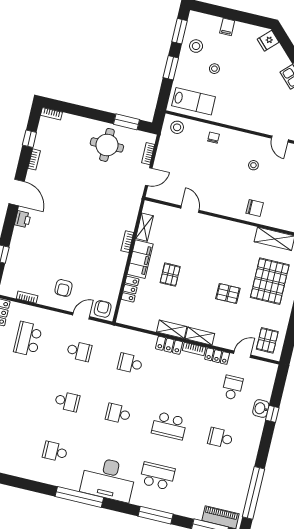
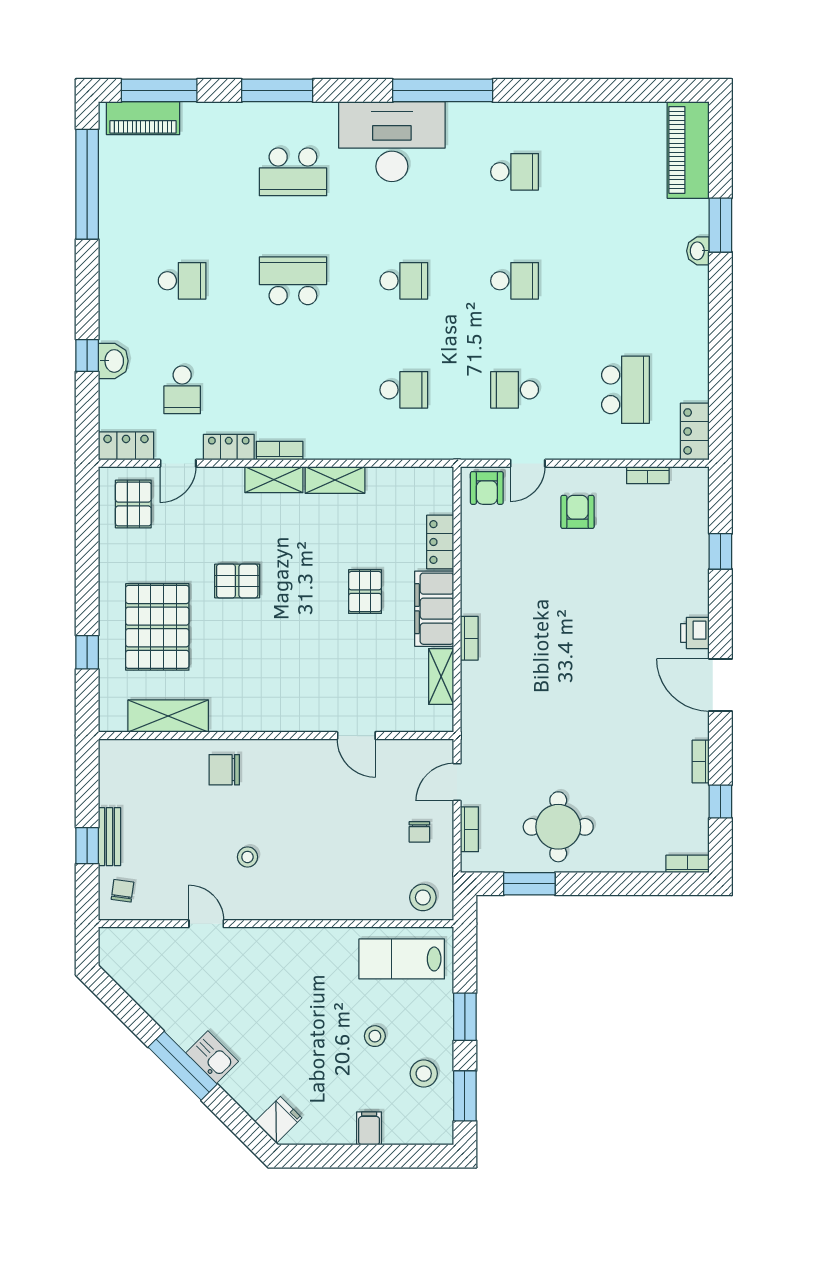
chair: (213, 138) -> (419, 832), moved
locker: (169, 345) -> (126, 446), moved
school desk: (67, 401) -> (515, 281), turned 180

